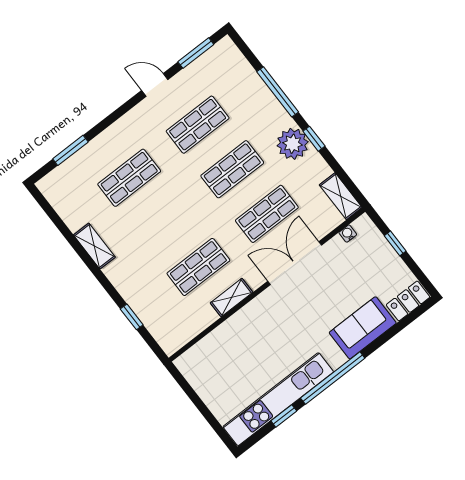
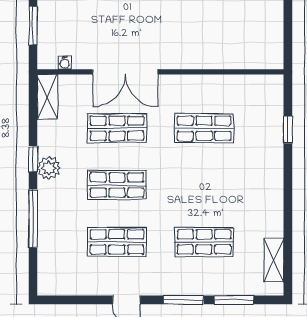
window: (196, 53) -> (183, 300), moved
plant: (293, 144) -> (49, 168), width x0.73, depth x0.73
window: (395, 243) -> (33, 26), width x1.50
shelving: (94, 246) -> (274, 260), moved
shelving: (232, 297) -> (197, 83), removed

